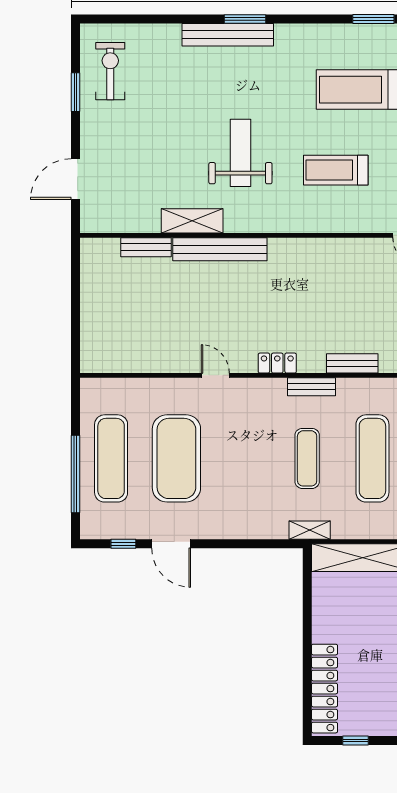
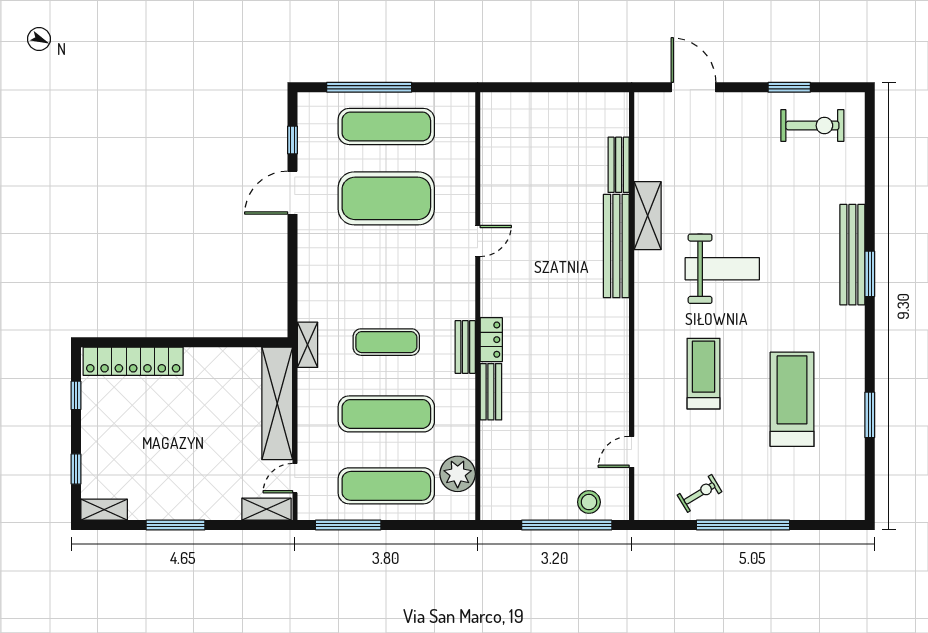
locker: (277, 363) -> (491, 340), moved

